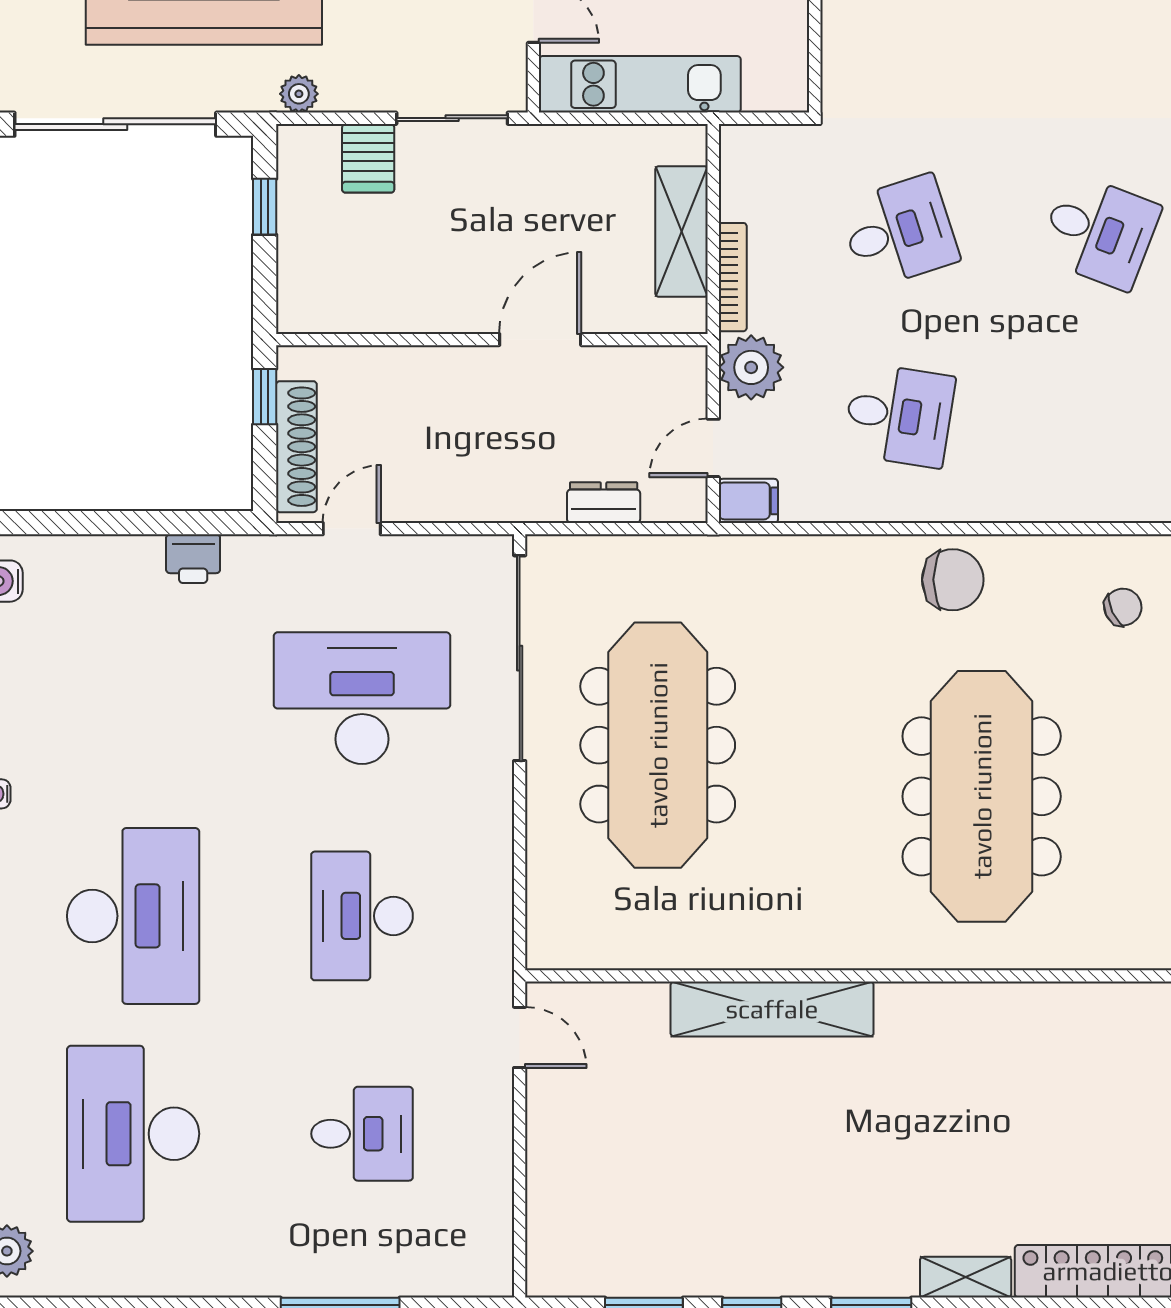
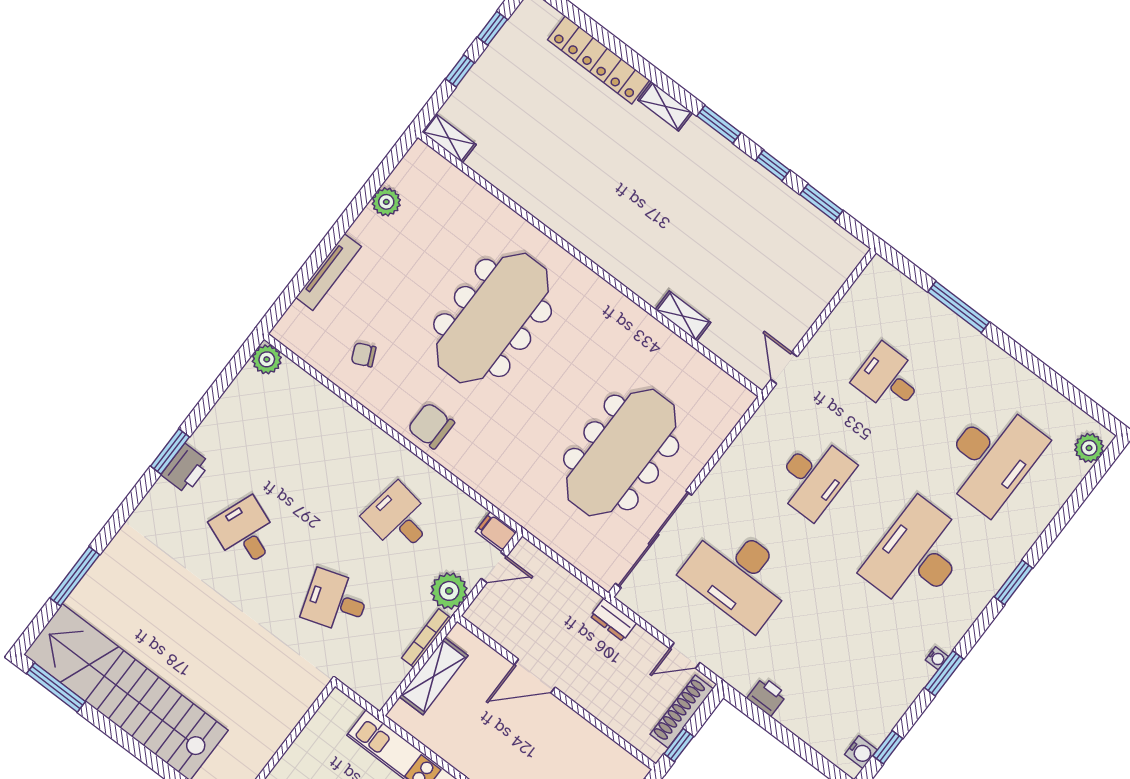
dresser: (604, 503) -> (613, 620), moved
shelving: (772, 1009) -> (683, 316), width x0.45, depth x0.75

